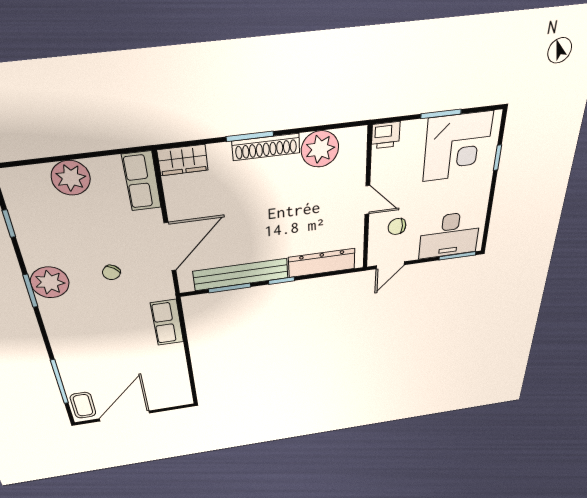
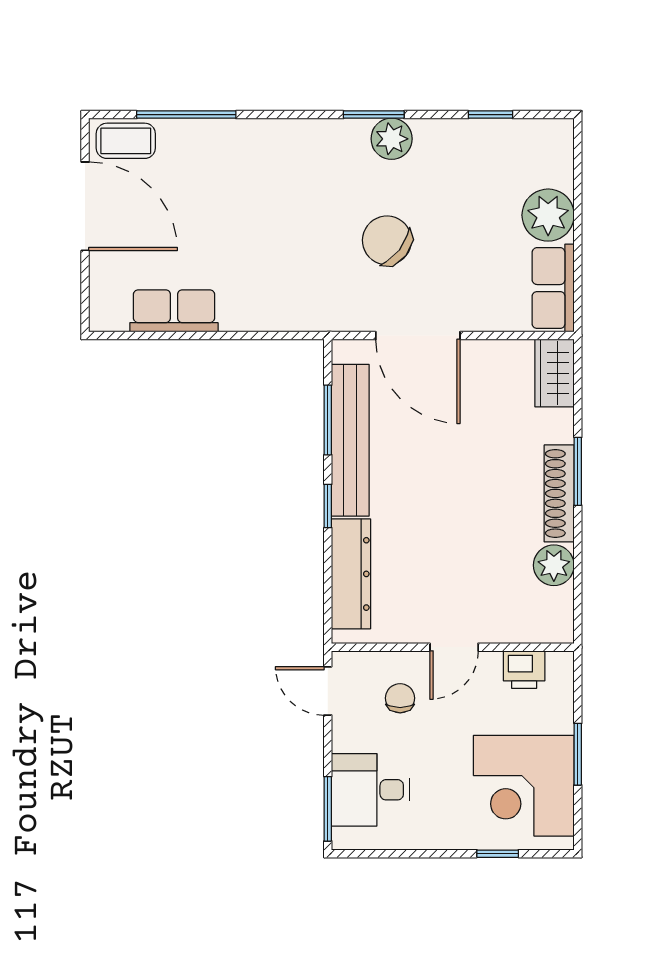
printer: (386, 135) -> (524, 670), moved, turned -90
plant: (320, 149) -> (554, 565), width x0.73, depth x0.73
row of seats: (142, 181) -> (553, 288), moved, turned -90
desk: (449, 235) -> (371, 790), width x0.73
chair: (111, 272) -> (387, 240), width x1.87, depth x1.87
plant: (50, 282) -> (392, 139), width x0.73, depth x0.73
row of seats: (167, 323) -> (174, 311), moved

